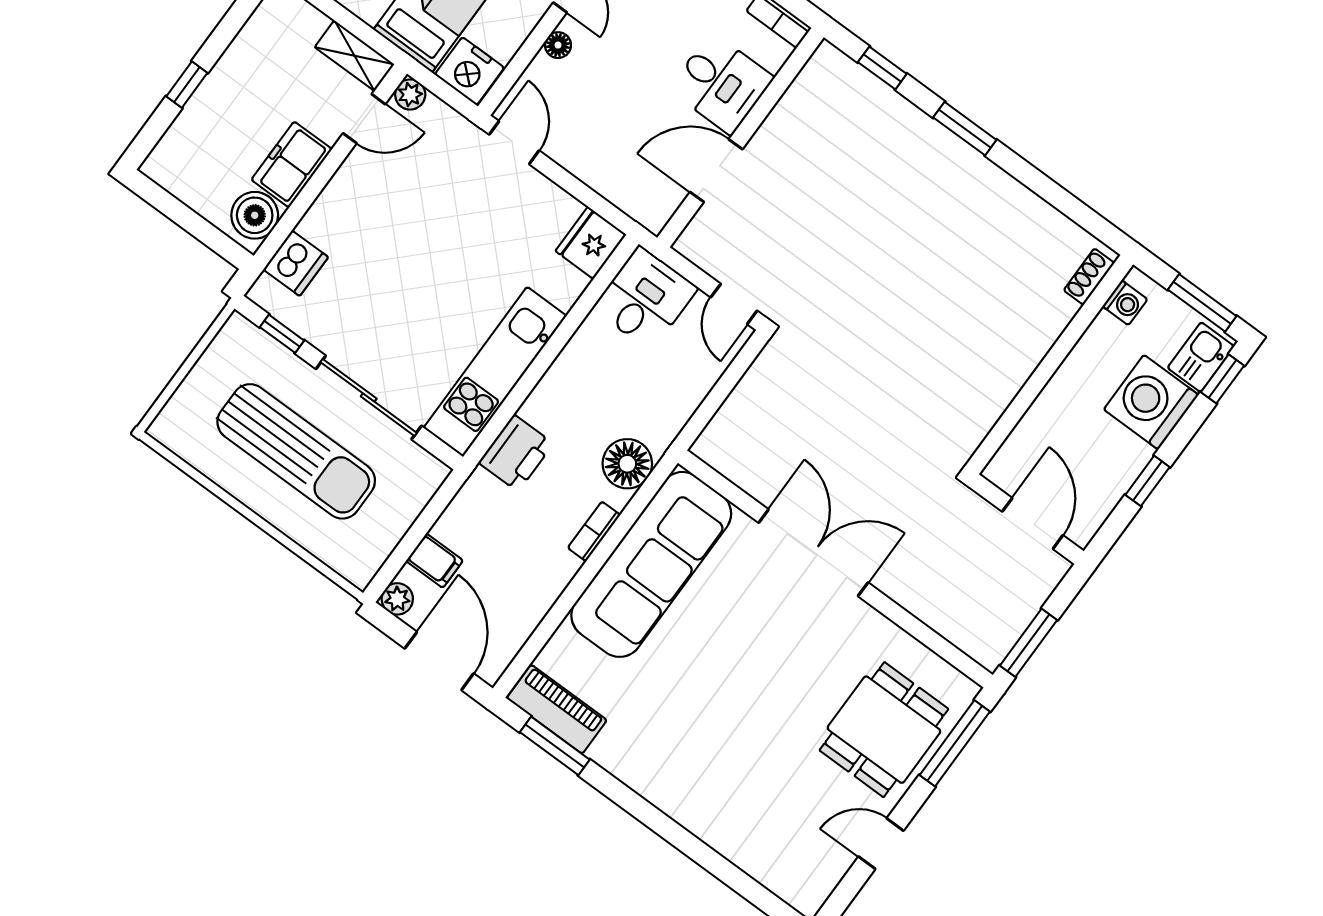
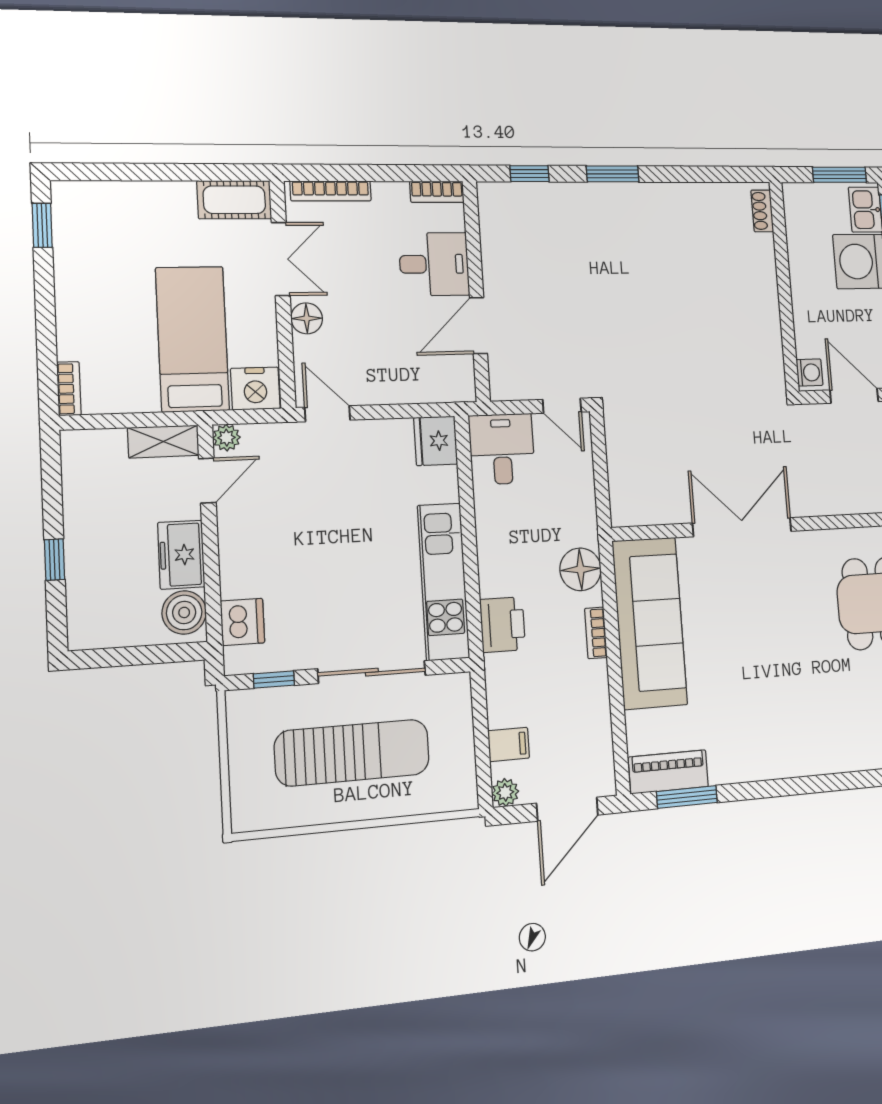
floor lamp: (558, 45) -> (307, 318), width x1.37, depth x1.37
washing machine: (1125, 303) -> (810, 372), moved
door: (439, 661) -> (567, 809), swing flipped

